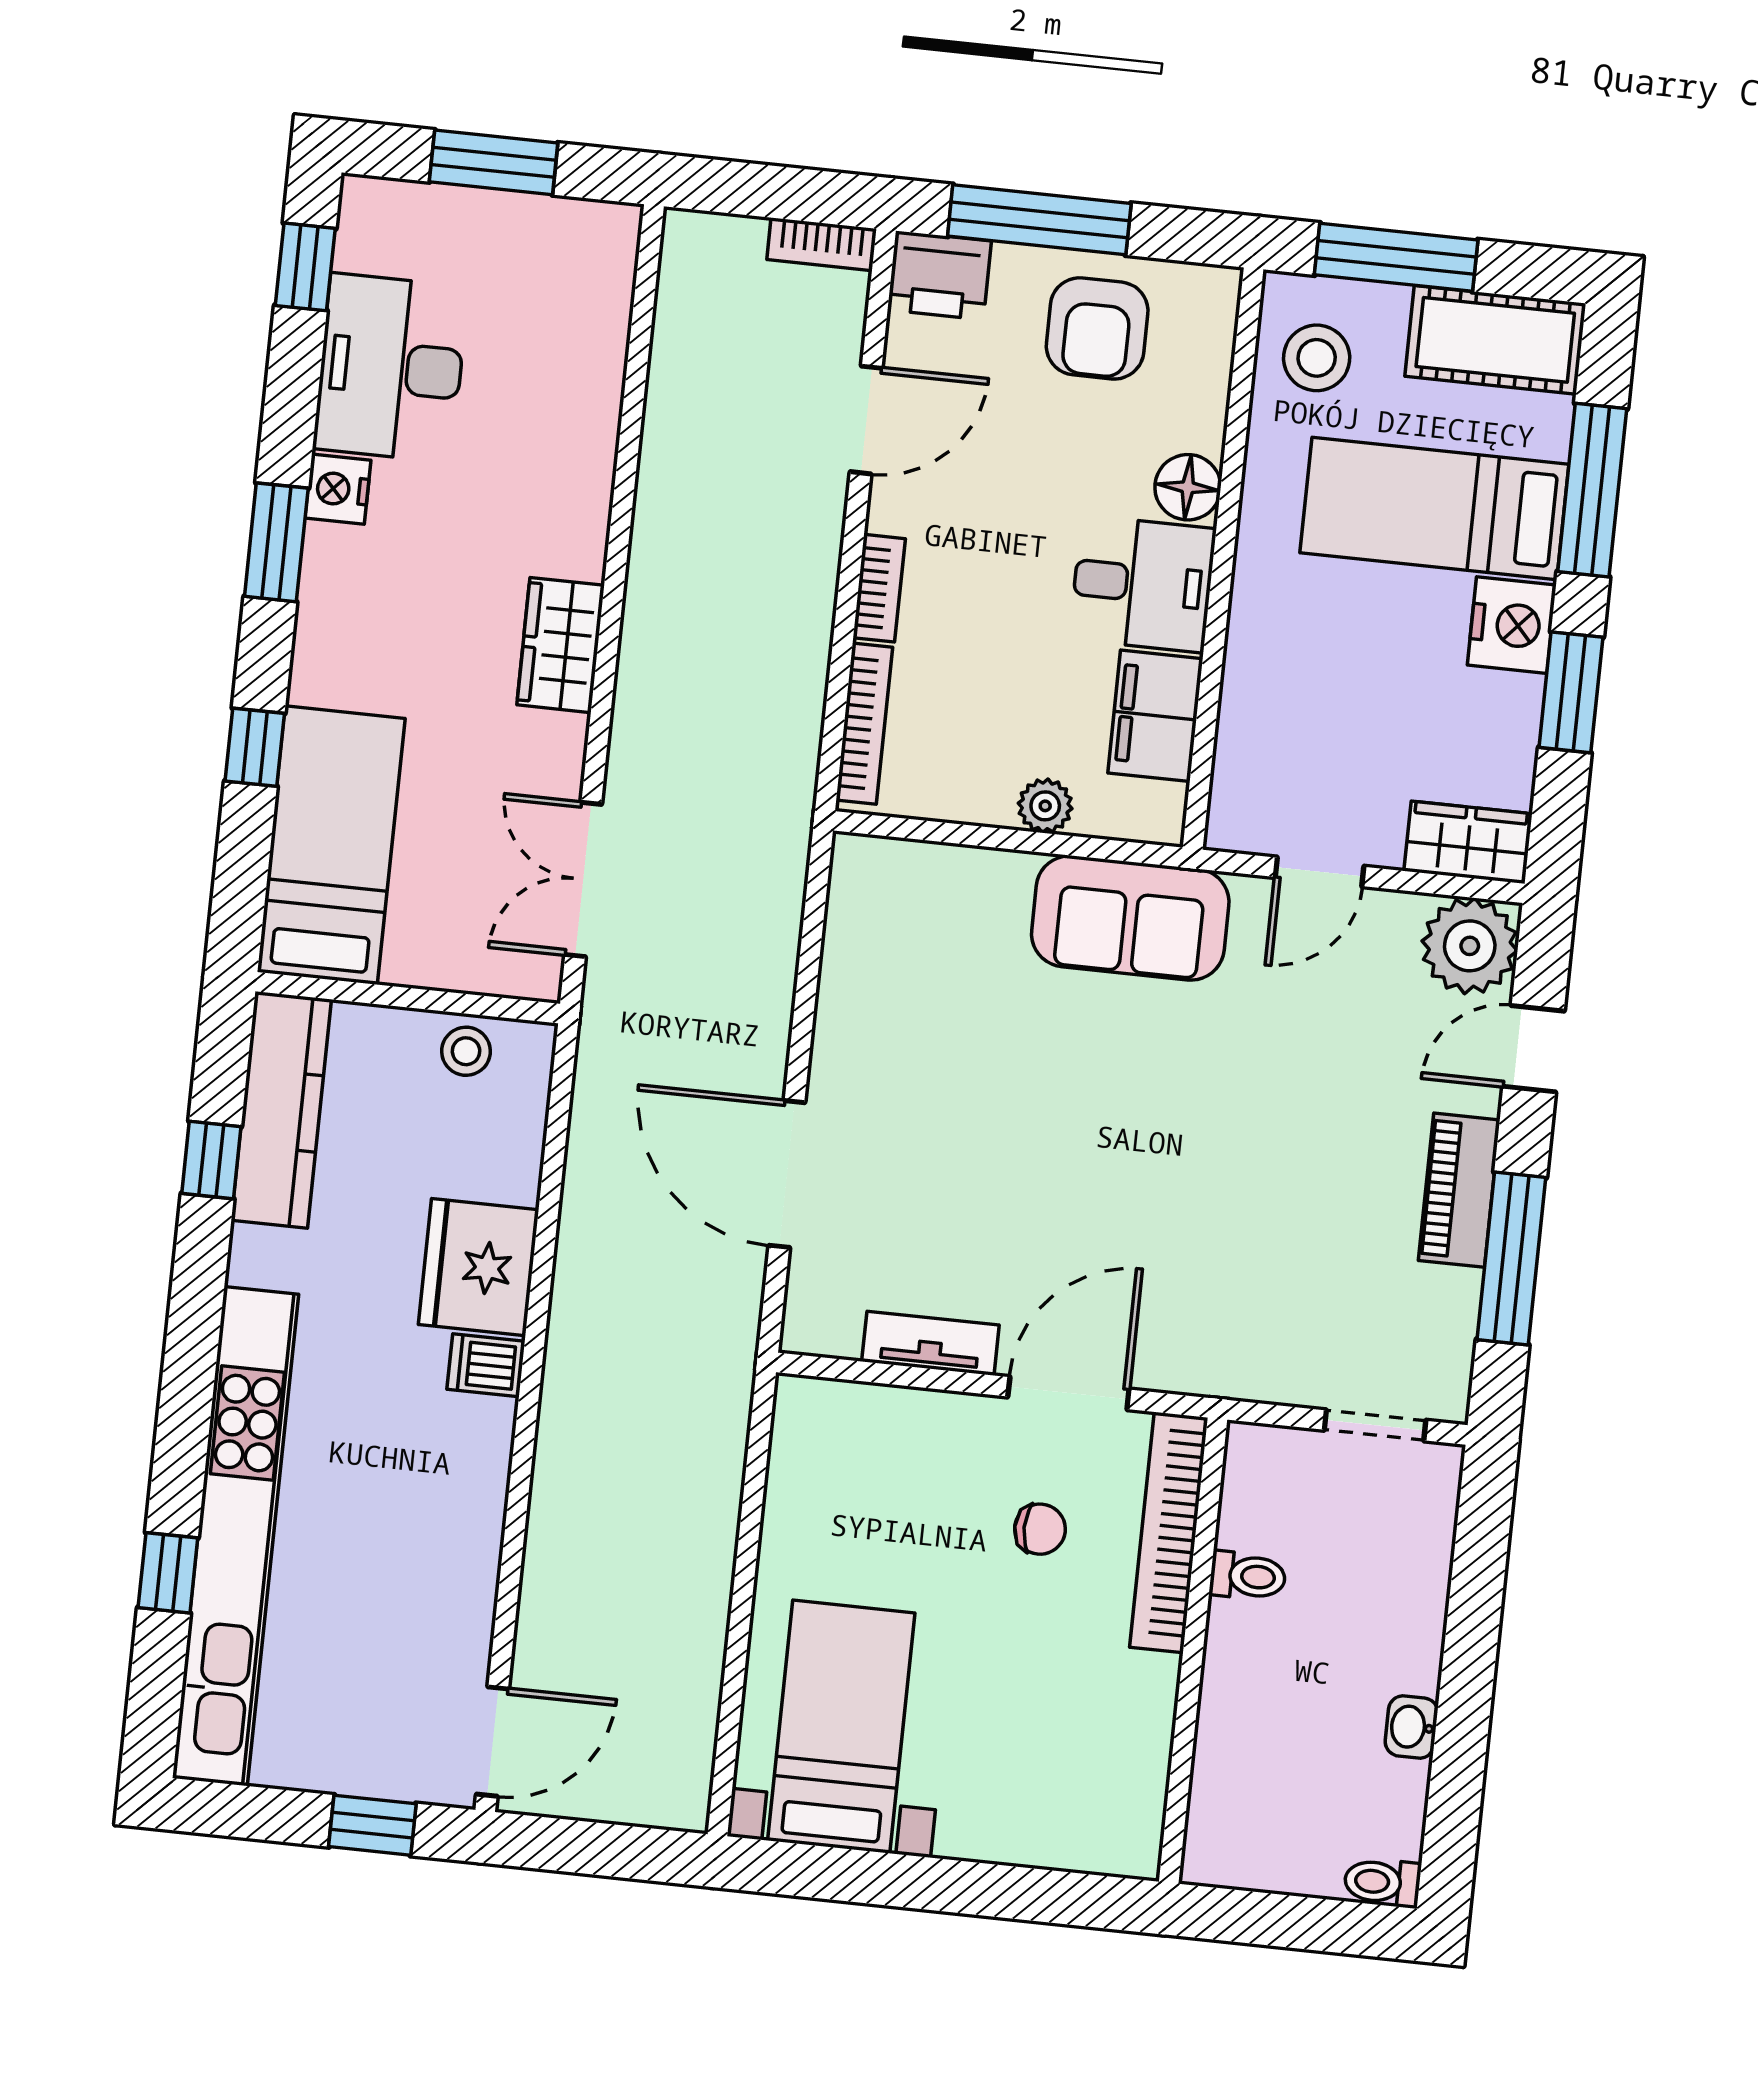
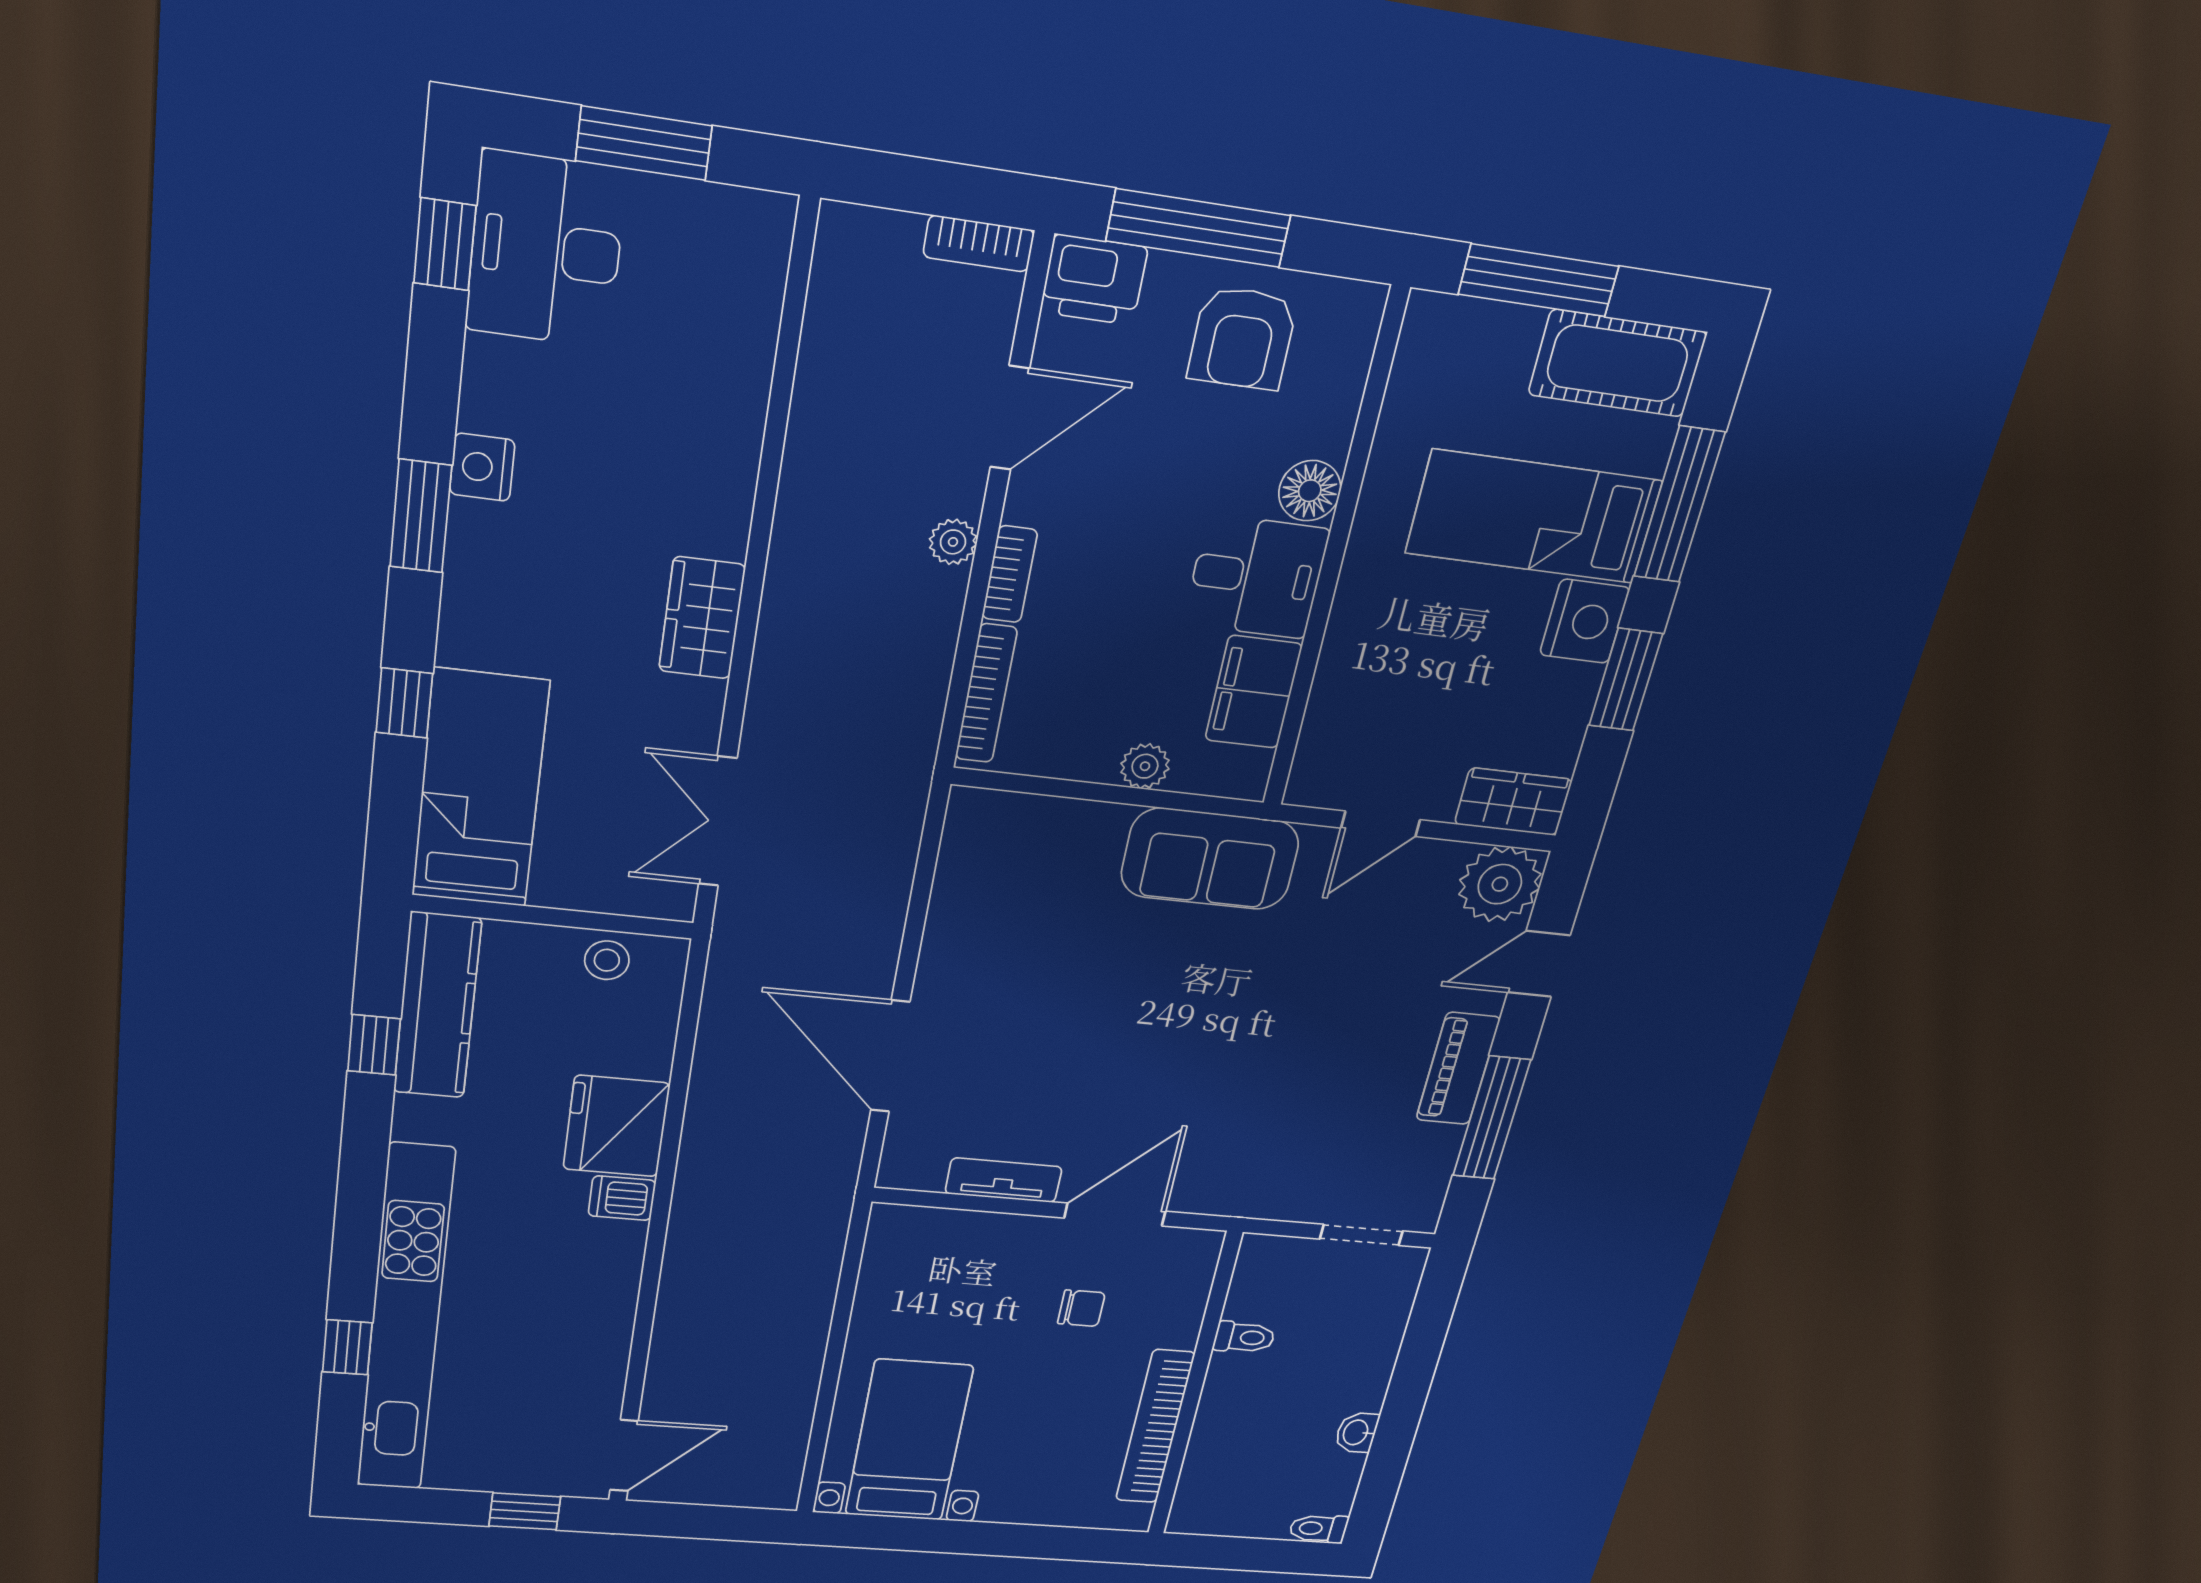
stool: (1317, 358) -> (1448, 374), removed
desk: (391, 368) -> (546, 250), moved
plant: (817, 554) -> (953, 542), added
bookcase: (1169, 1532) -> (1155, 1427), moved

